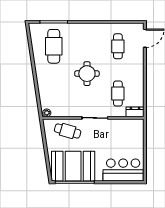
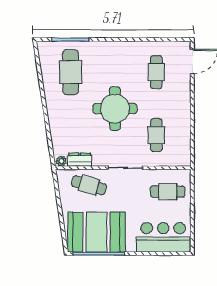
round table: (87, 74) -> (115, 109), width x1.36, depth x1.36
dresser: (135, 112) -> (80, 160), moved
cafe table: (126, 136) -> (168, 192), added

